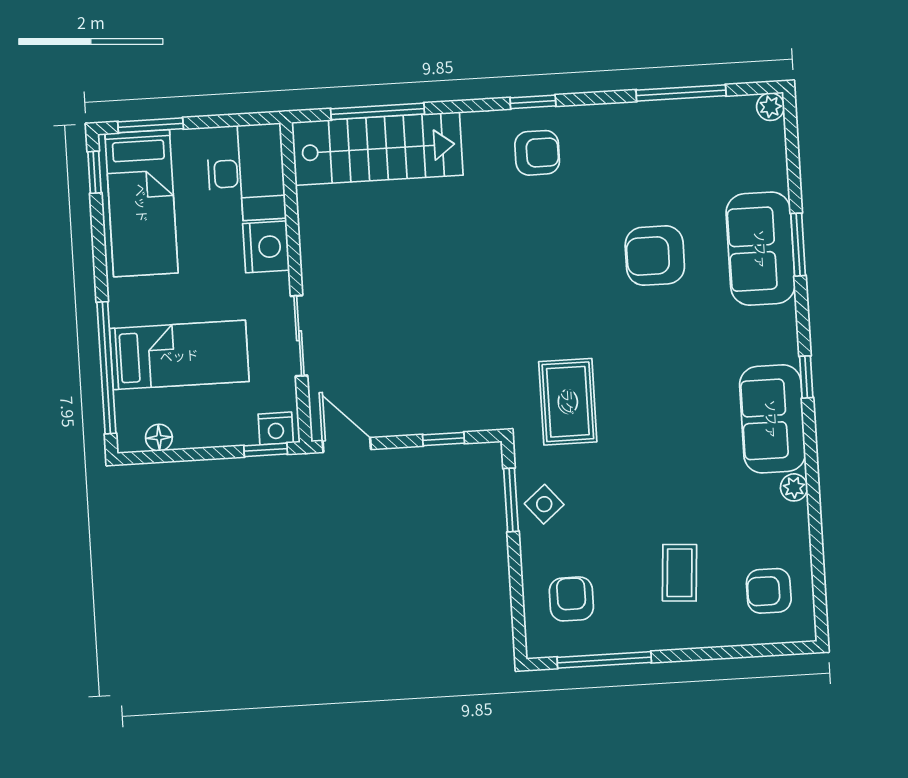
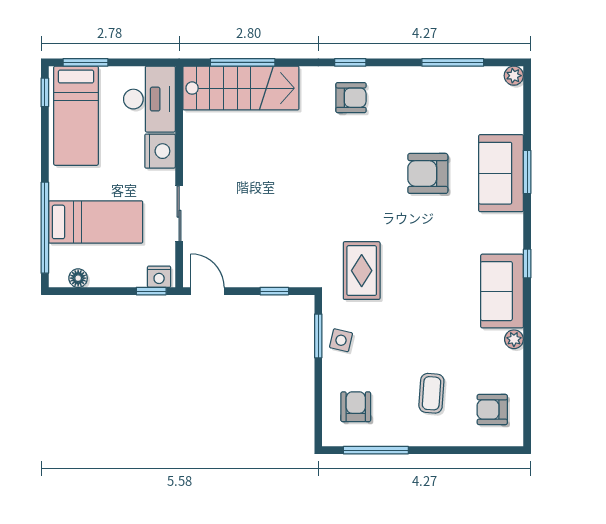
side table: (544, 504) -> (341, 340), turned -37

